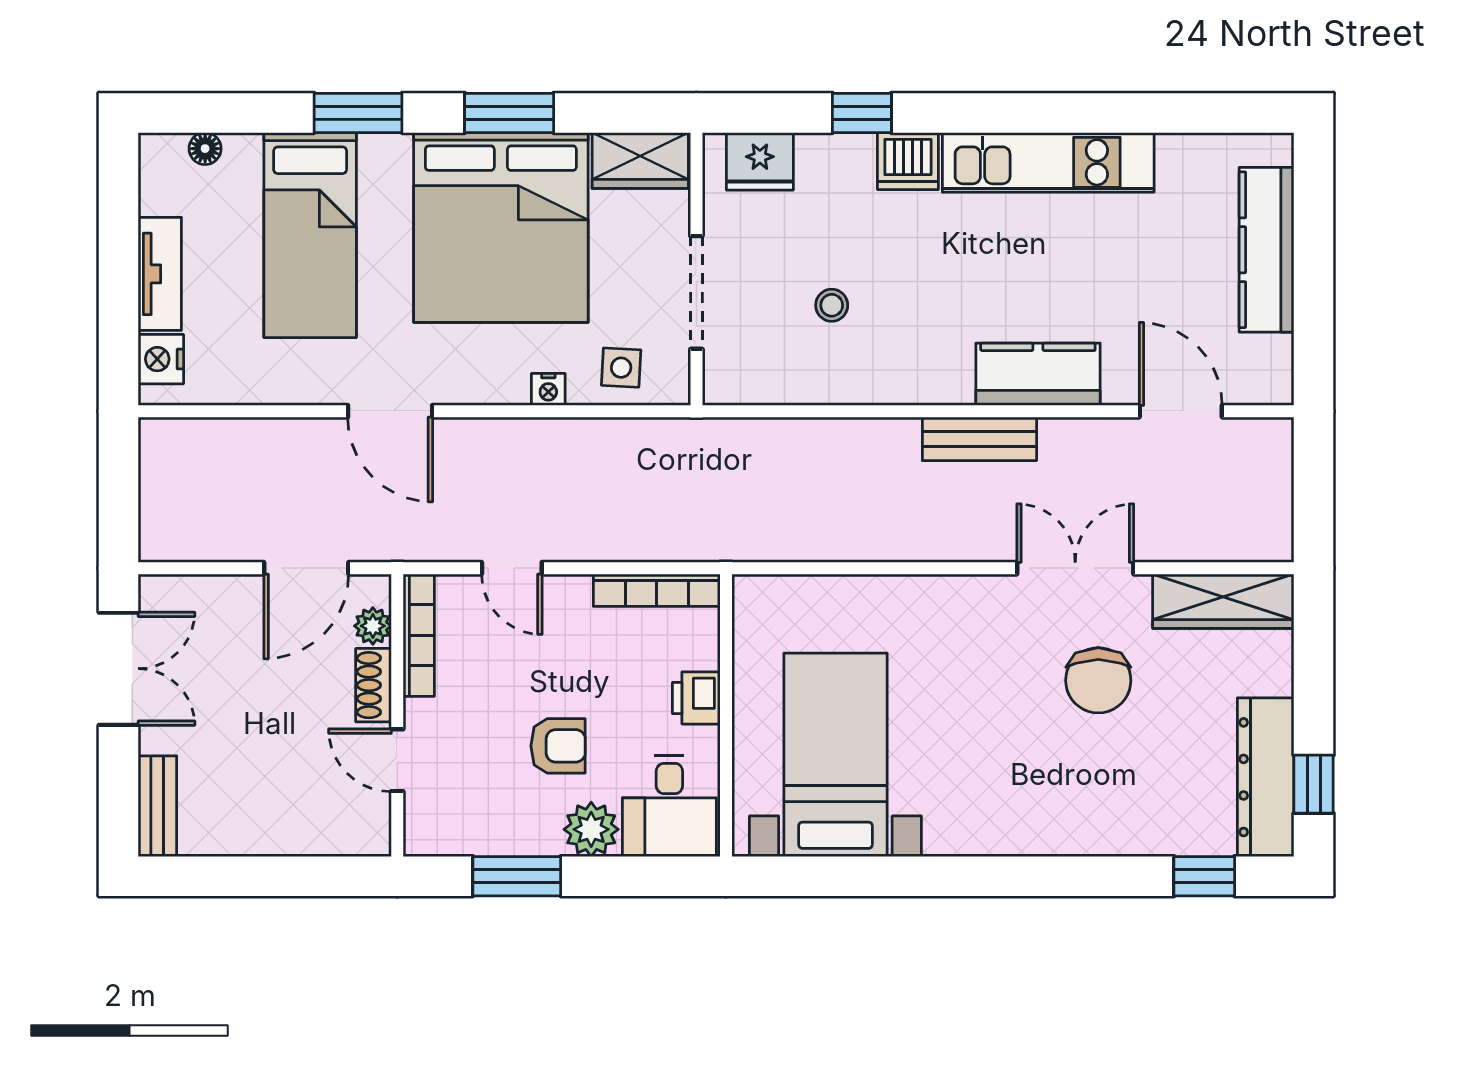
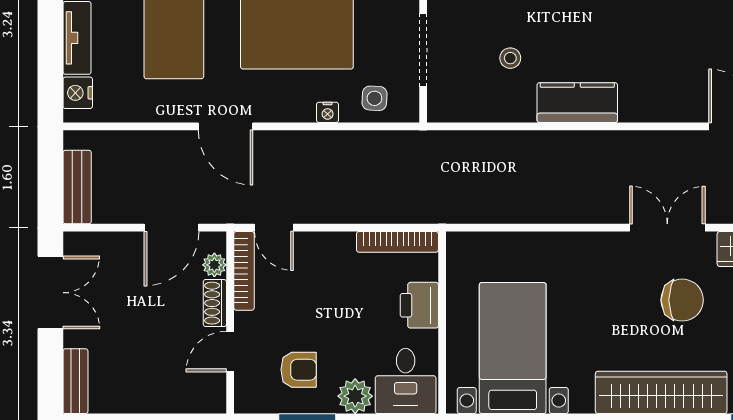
kitchen counter: (1038, 374) -> (577, 103), moved
bench: (979, 439) -> (77, 187), moved, turned 90
door: (512, 568) -> (274, 228), moved
chair: (1098, 680) -> (682, 300), turned -90
printer: (696, 698) -> (419, 305), width x1.36, depth x1.24
armchair: (558, 746) -> (299, 370), moved
door: (397, 760) -> (230, 352), hinge flipped
wardrobe: (1066, 824) -> (661, 392), added

